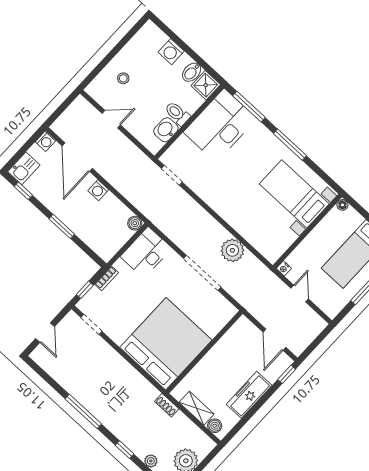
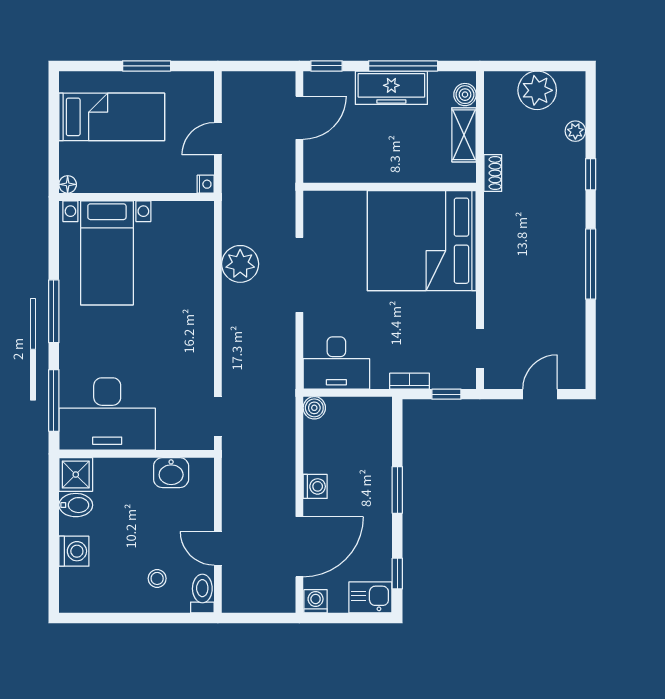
toilet: (177, 113) -> (202, 594), moved, turned 180
window: (254, 409) -> (403, 66), added

